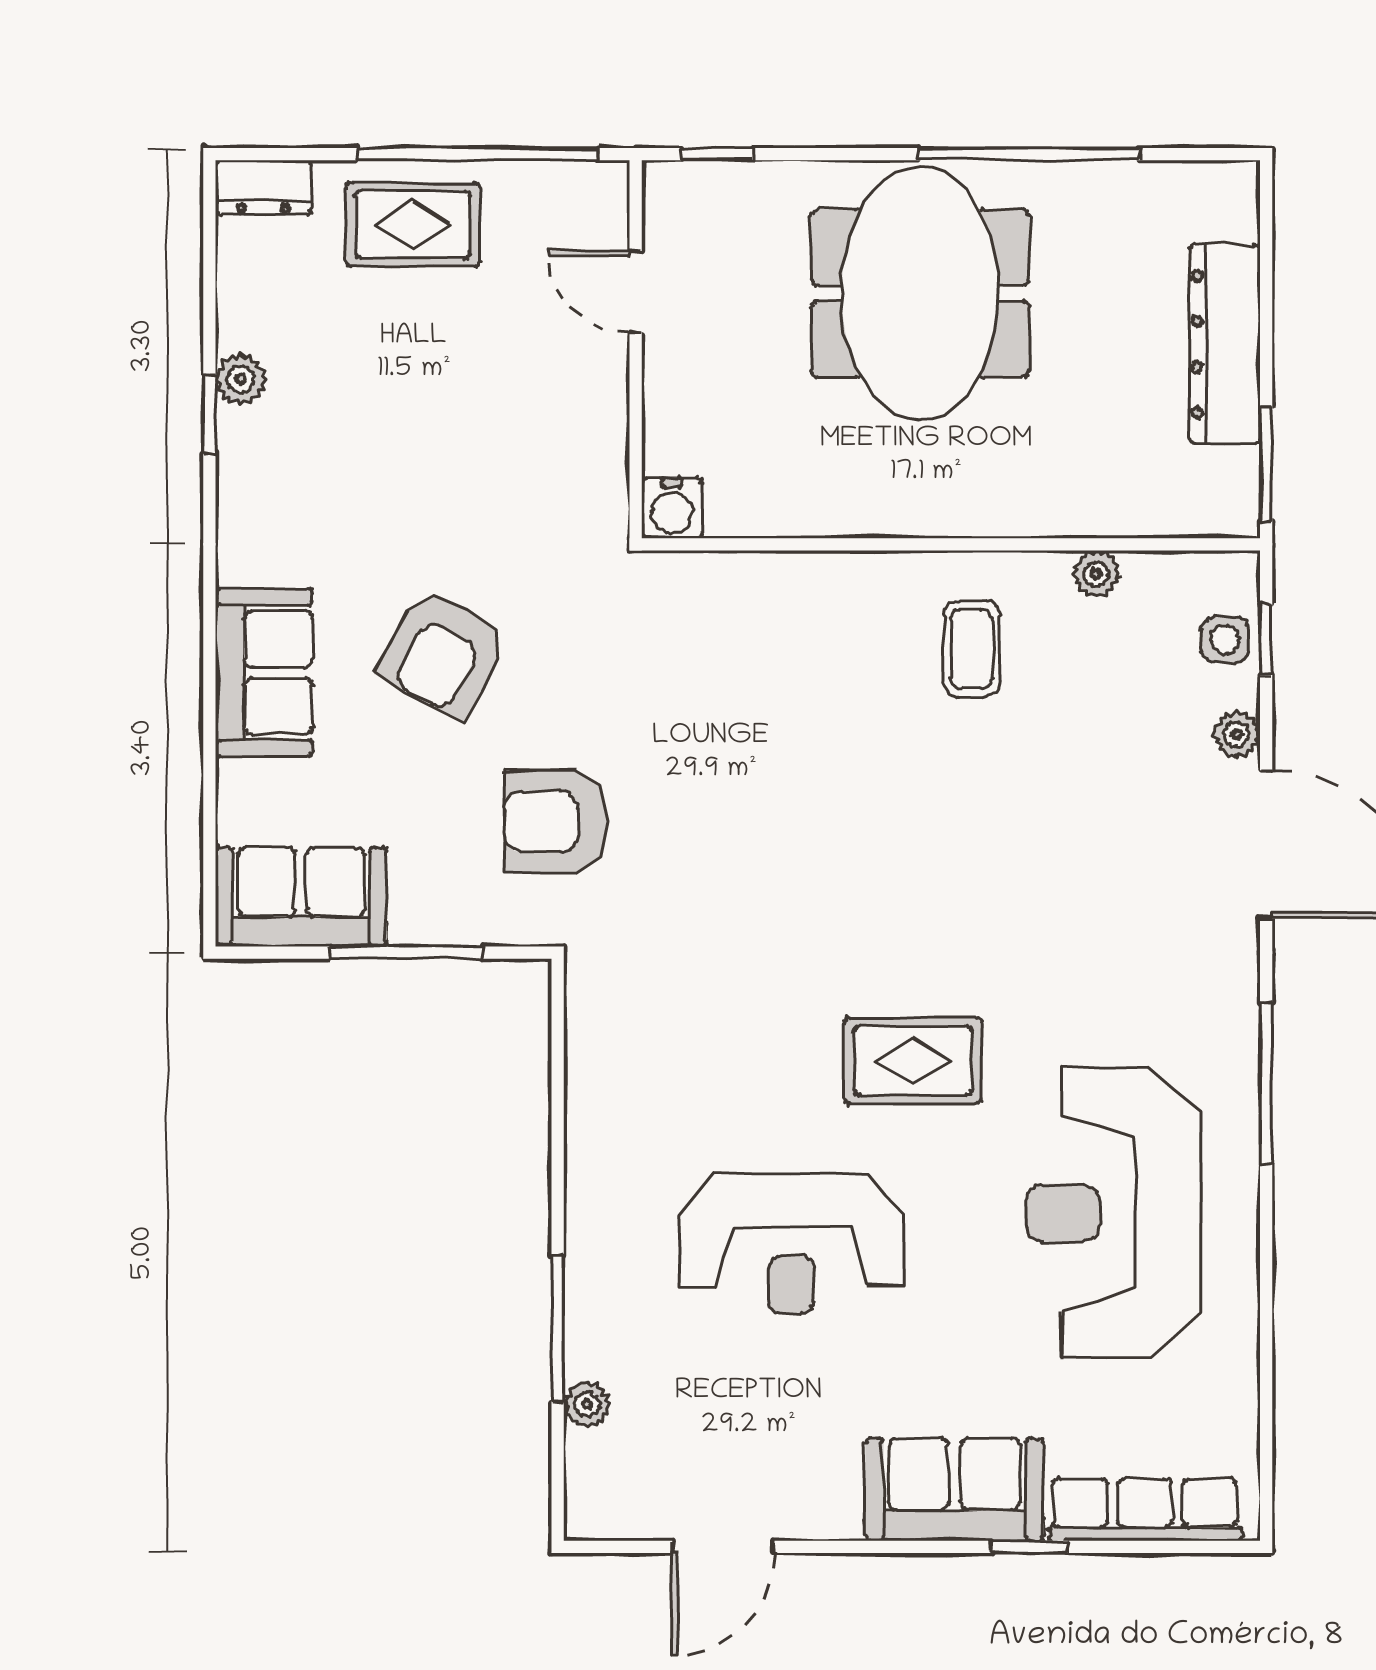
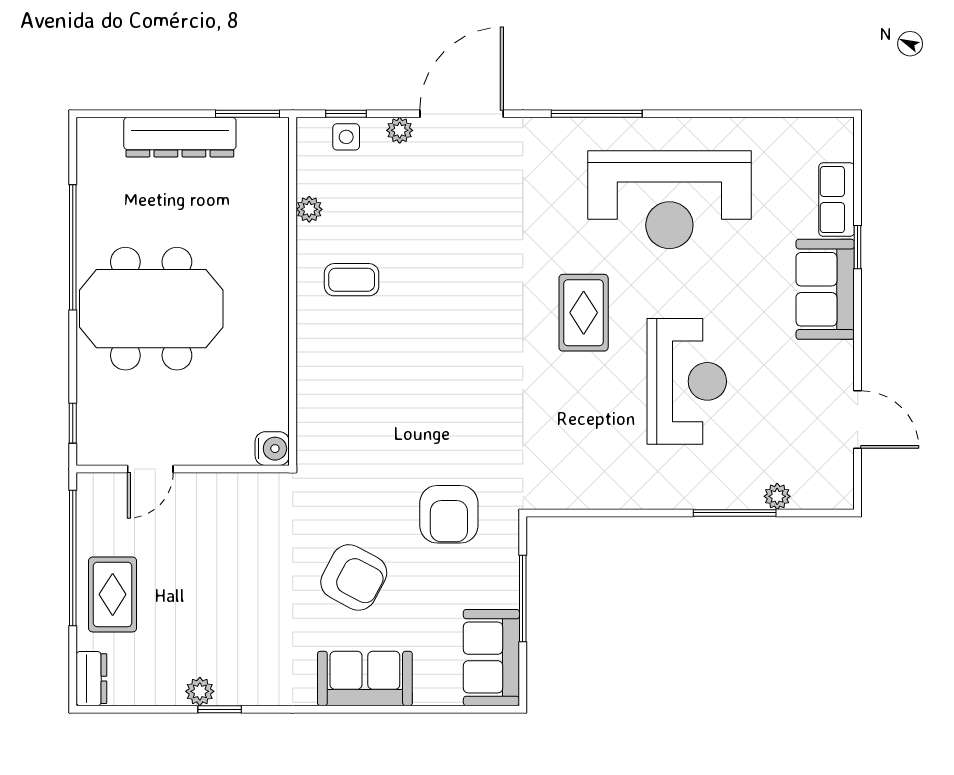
row of seats: (1145, 1510) -> (837, 200), width x0.68

